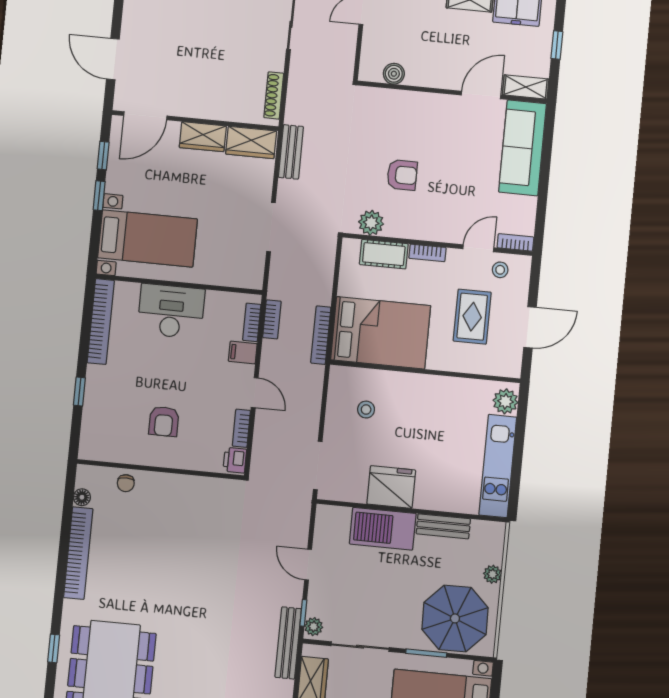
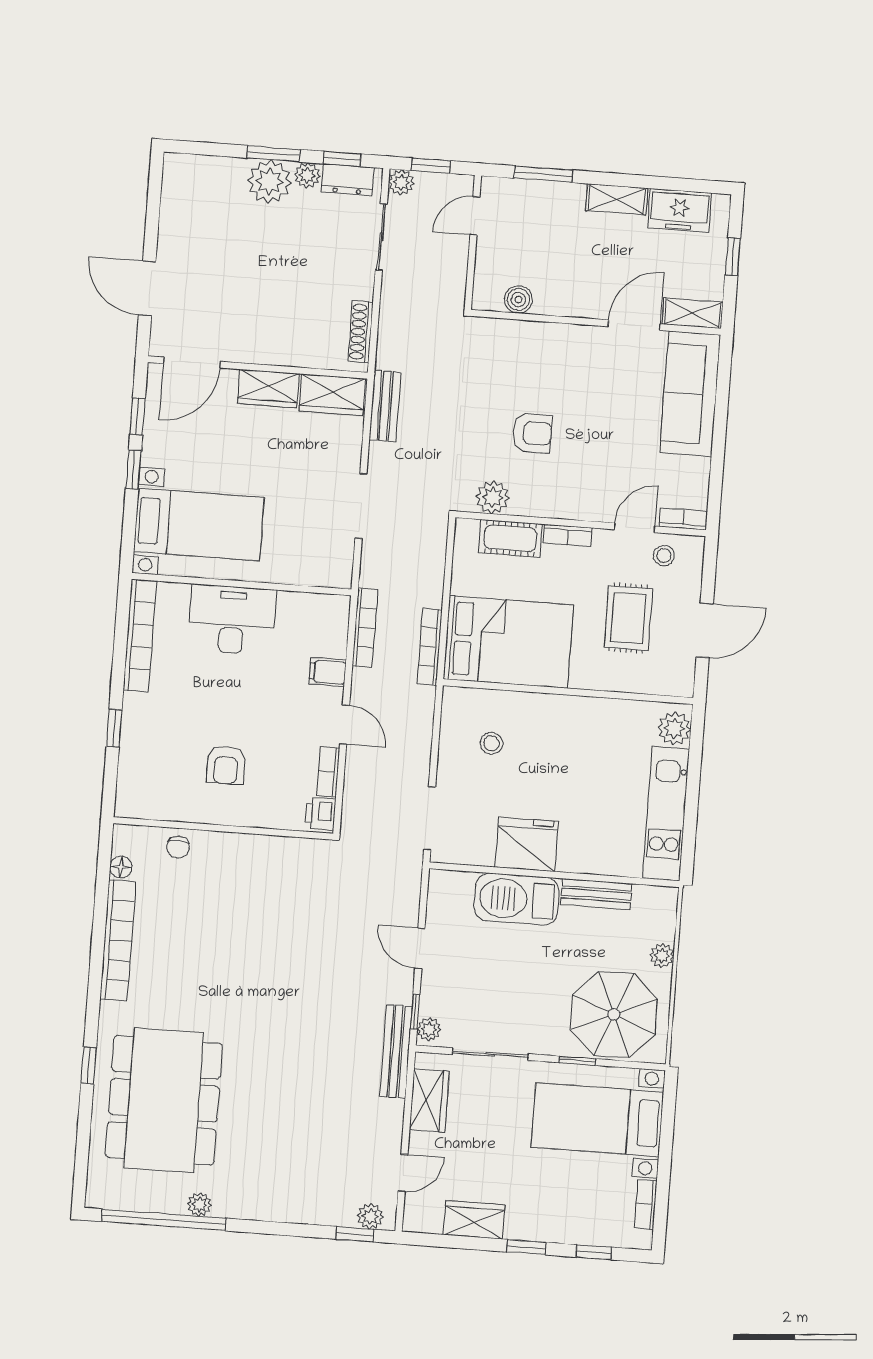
bookcase: (272, 319) -> (365, 628), width x1.56
bookcase: (252, 322) -> (339, 632), removed
window: (426, 653) -> (577, 1061), width x0.67

